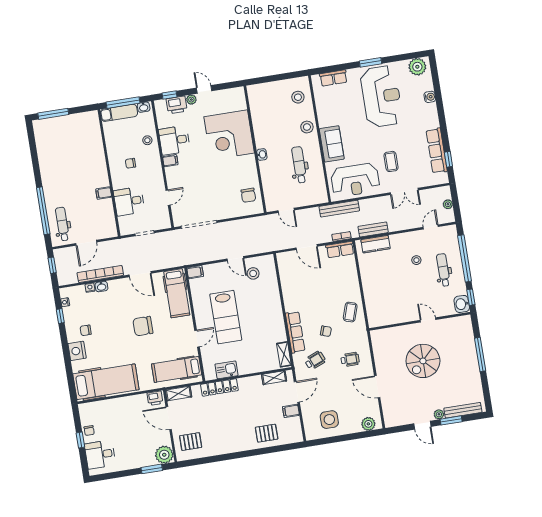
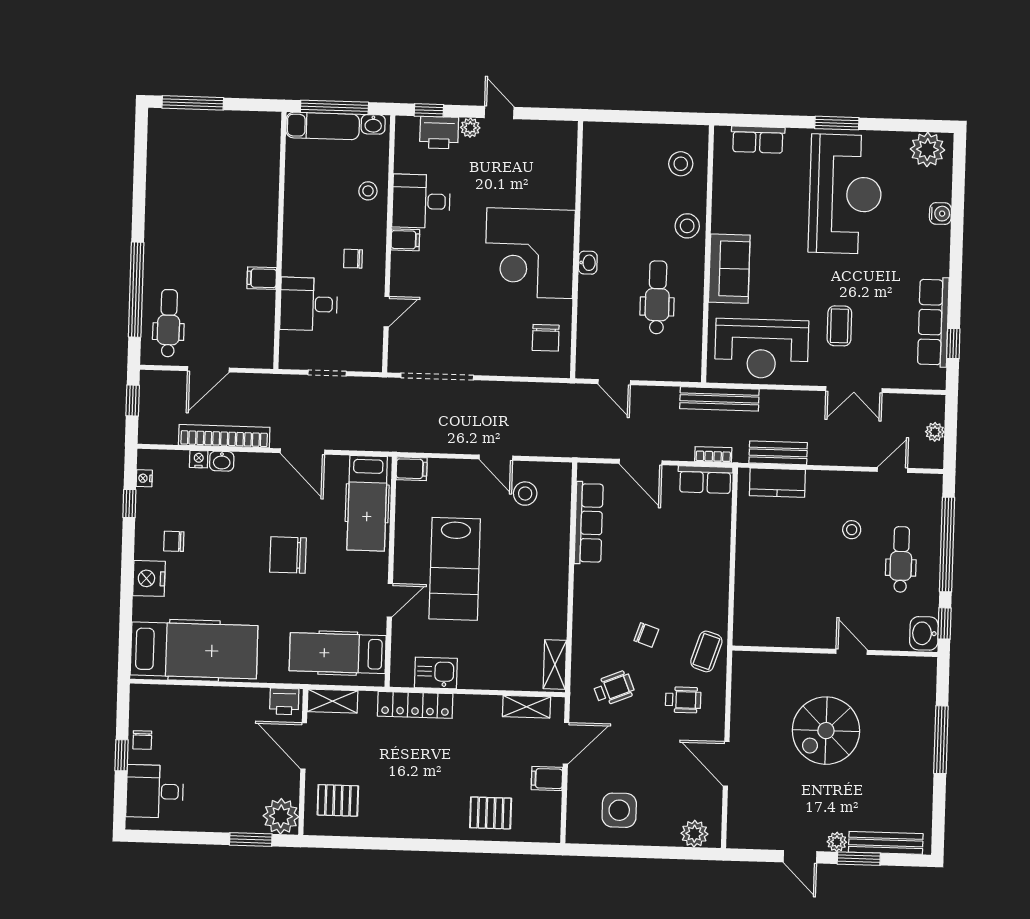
corner desk: (229, 135) -> (530, 253), moved
chair: (131, 163) -> (353, 259), moved
coffee table: (350, 312) -> (706, 651), moved
row of seats: (295, 332) -> (589, 523), moved

